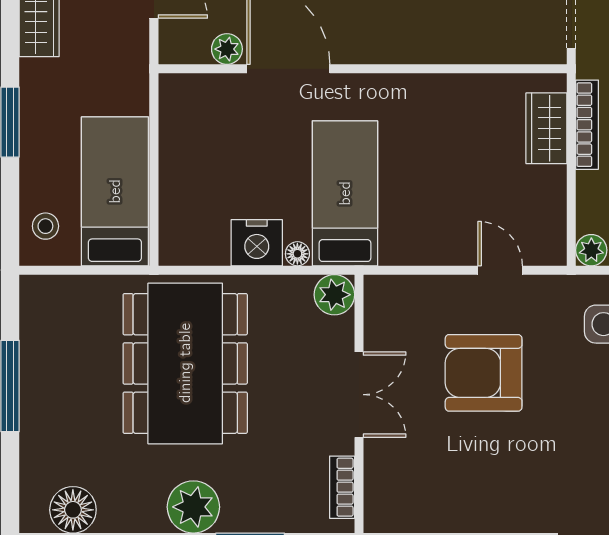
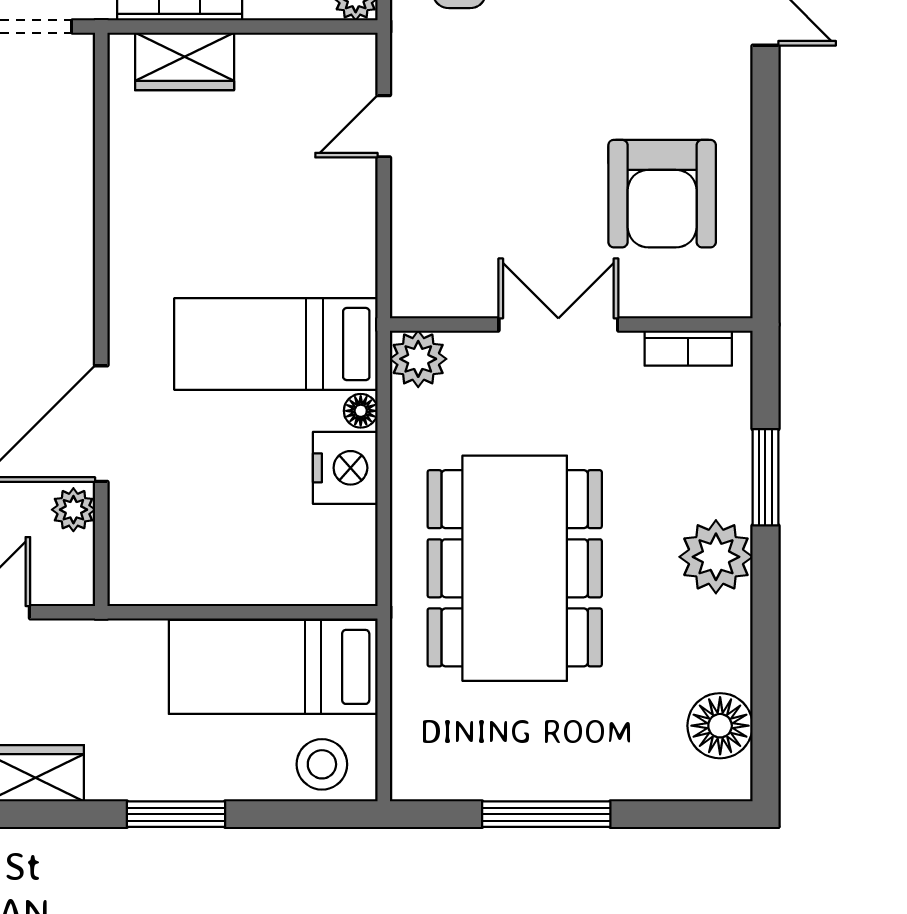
stool: (45, 226) -> (322, 764), width x1.37, depth x1.37
dining table: (185, 363) -> (515, 568), turned 90
armchair: (484, 373) -> (662, 194), moved

